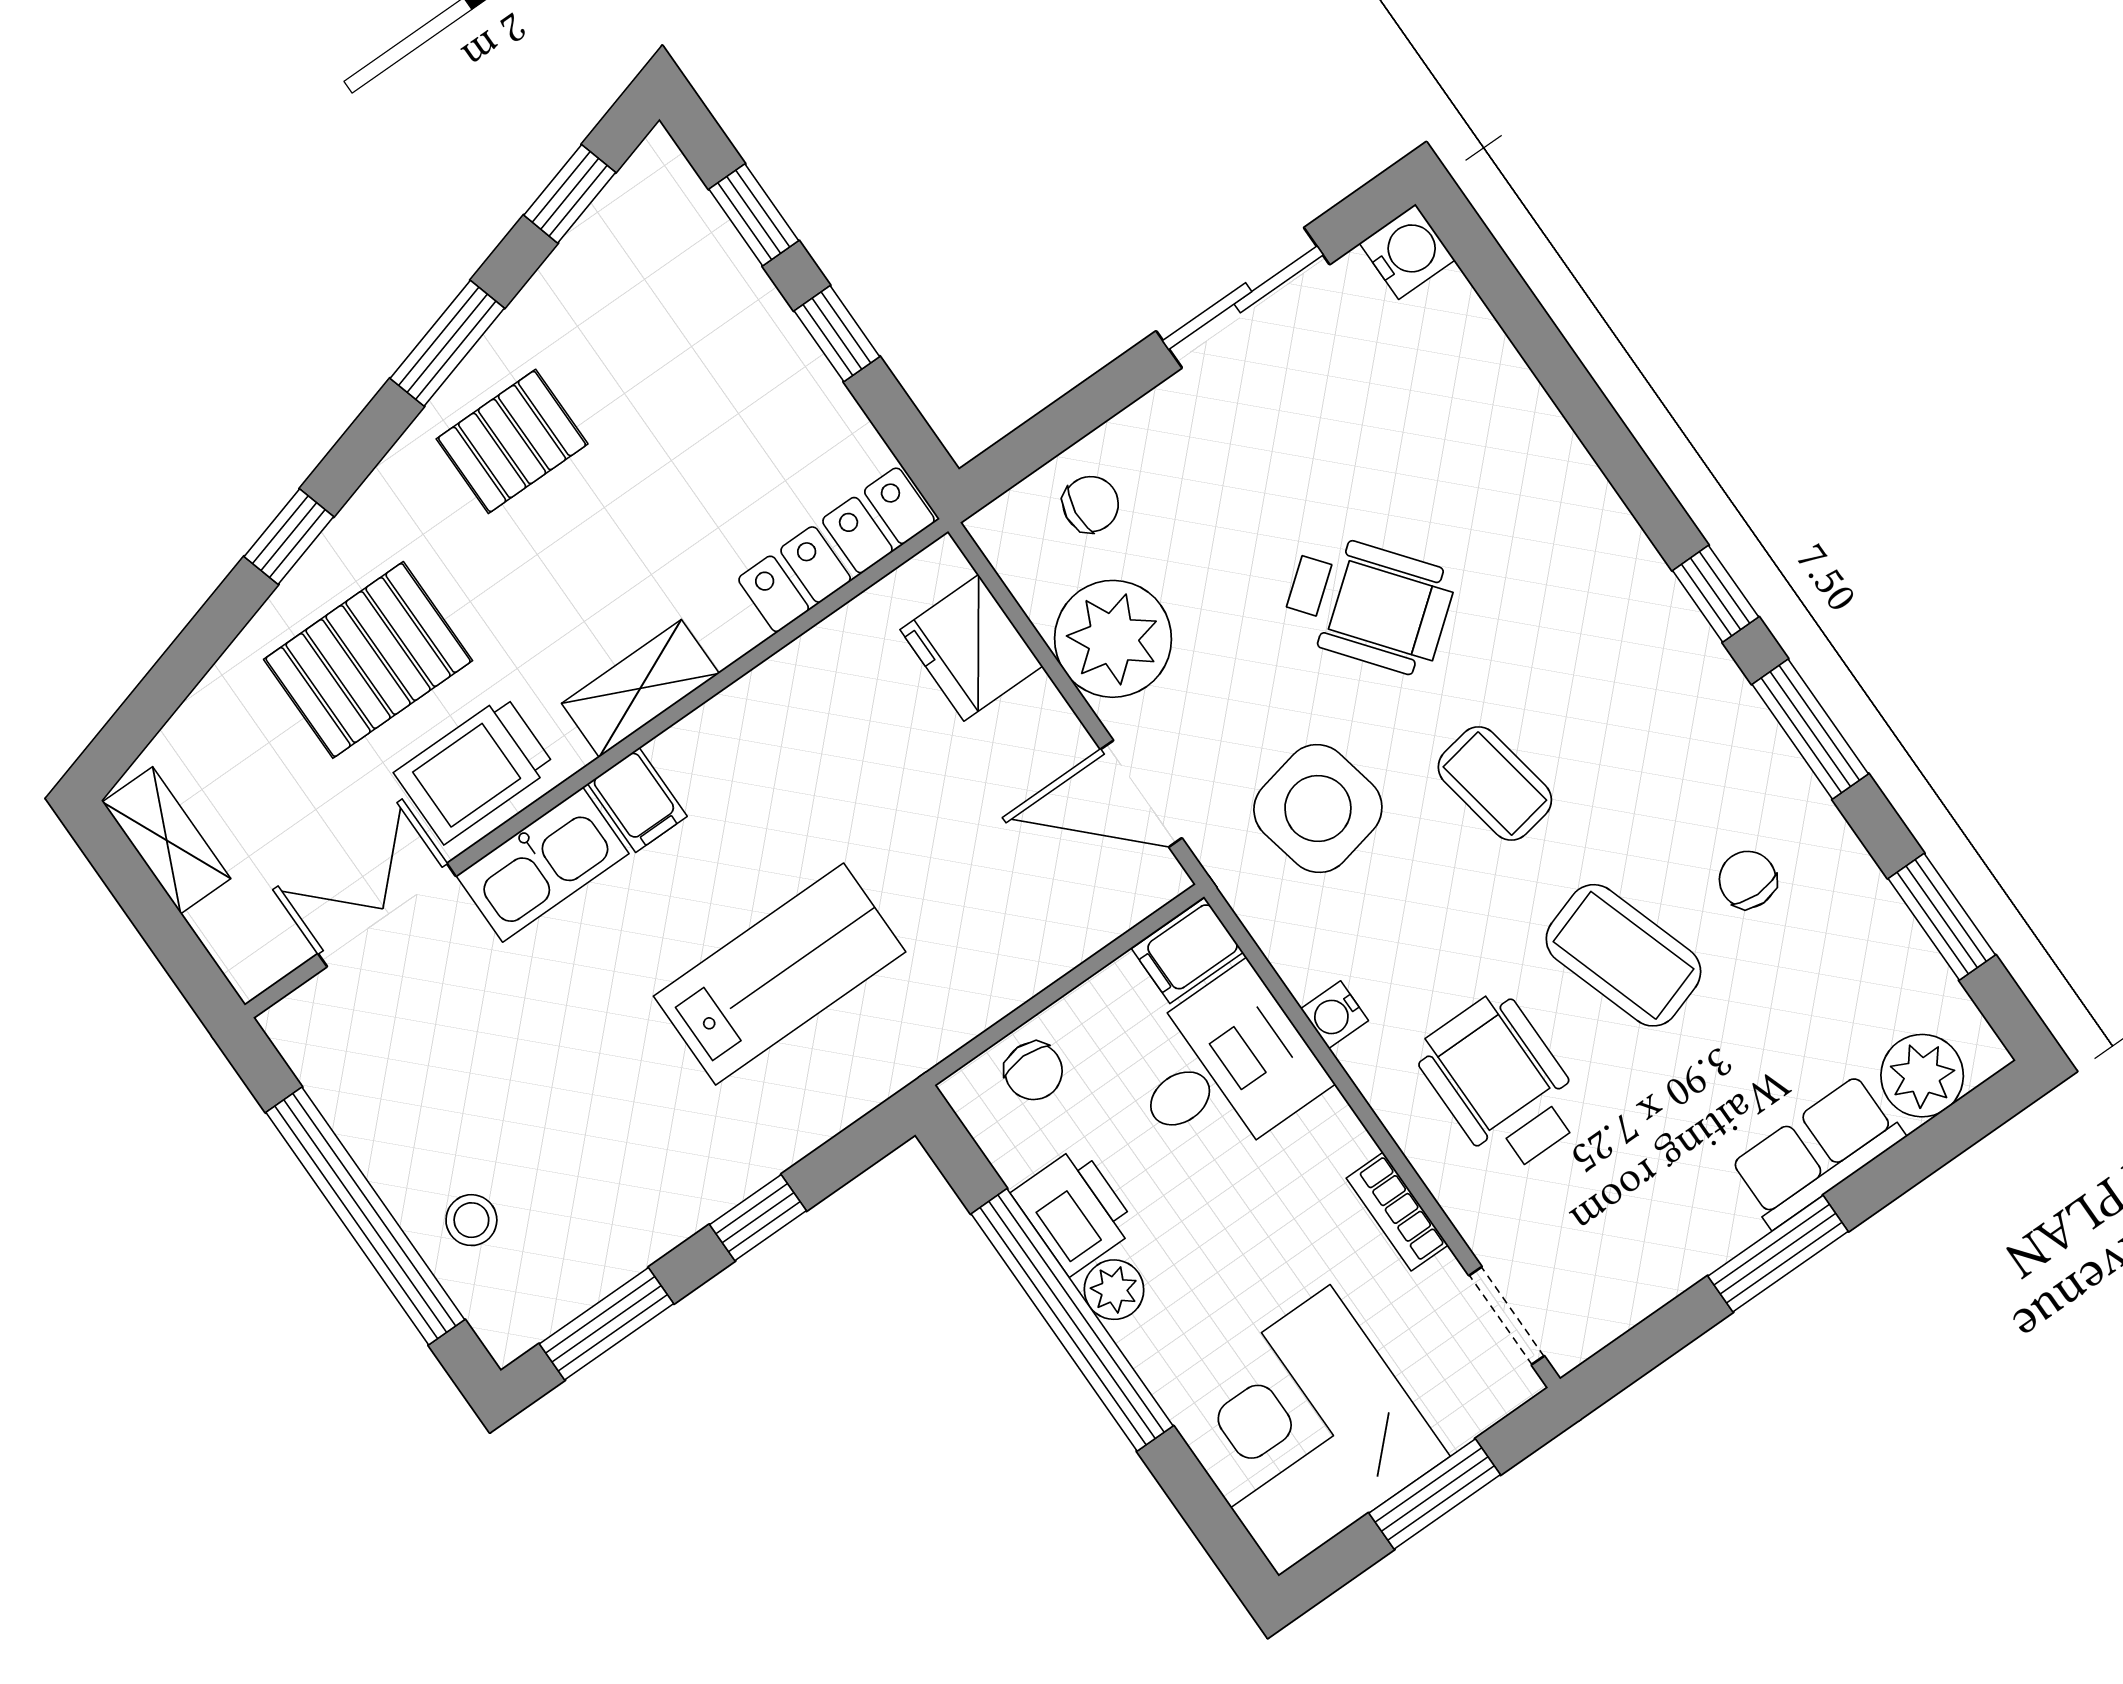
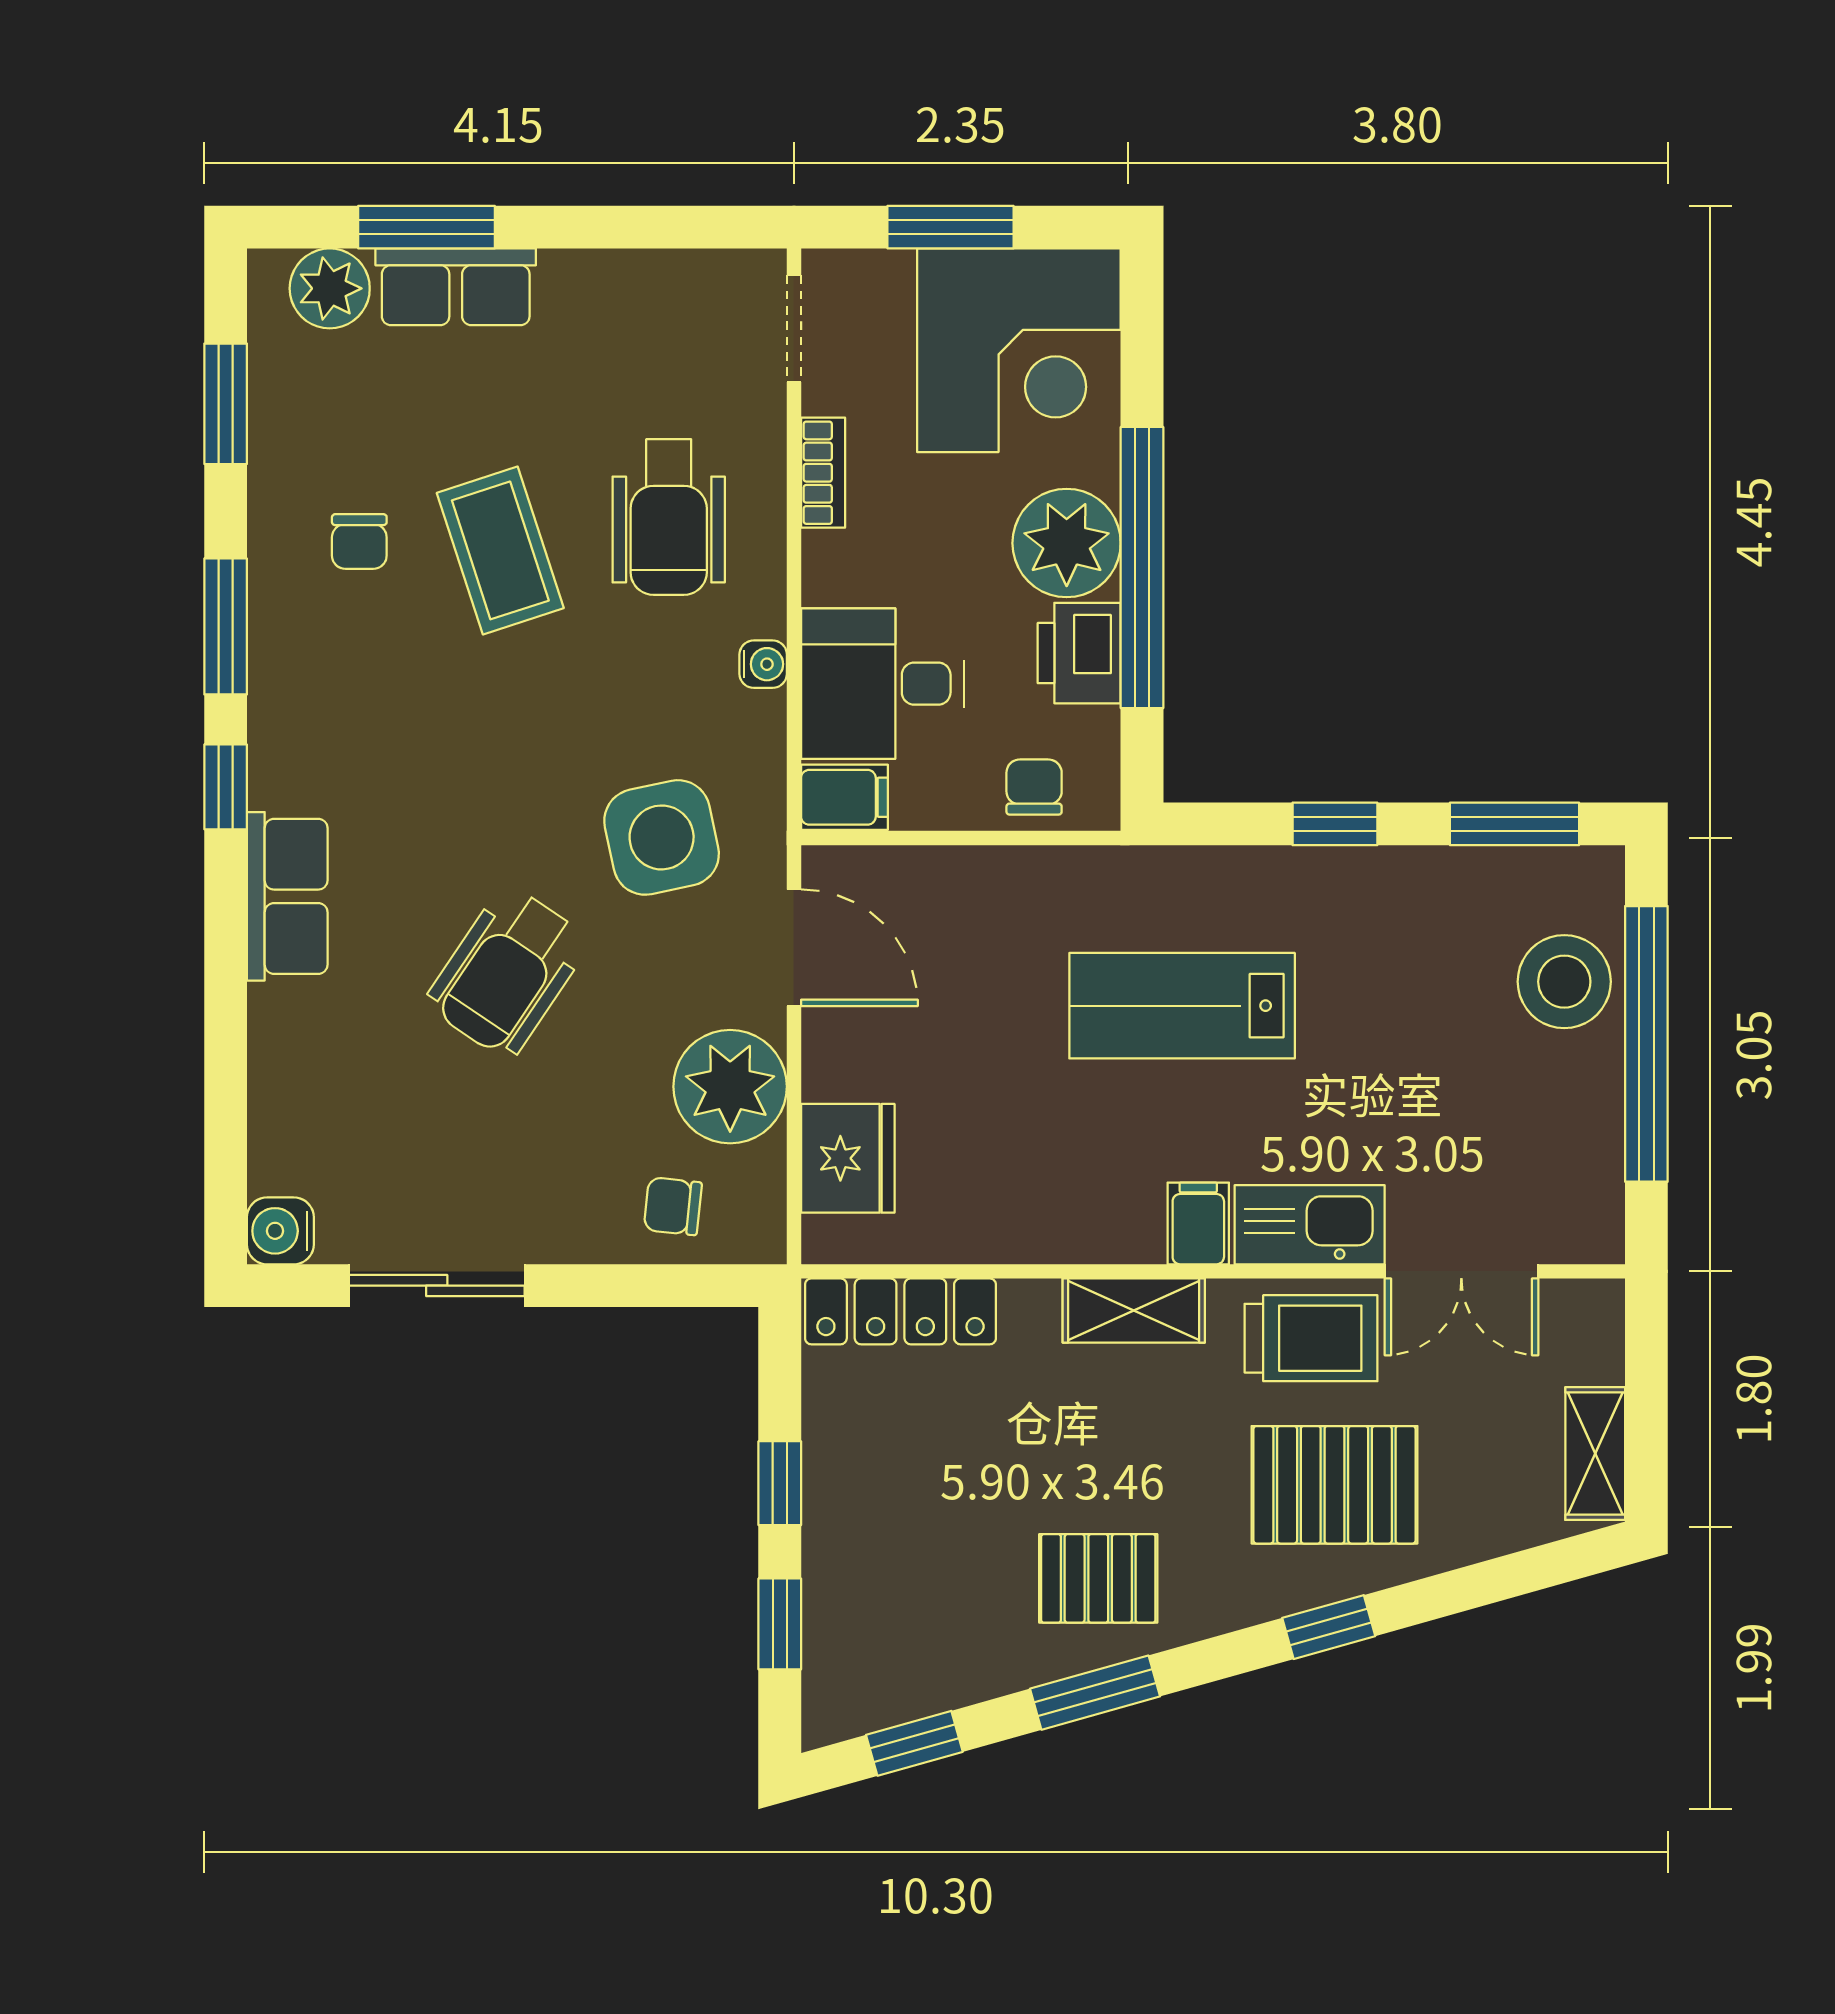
row of seats: (1599, 538) -> (287, 896), added
wheelchair: (1369, 604) -> (507, 972), turned -108
coffee table: (1495, 784) -> (507, 759), removed
stool: (471, 1220) -> (1564, 982), width x1.89, depth x1.89
window: (1778, 1254) -> (427, 227), moved
plant: (1114, 1290) -> (1067, 543), width x1.88, depth x1.88

